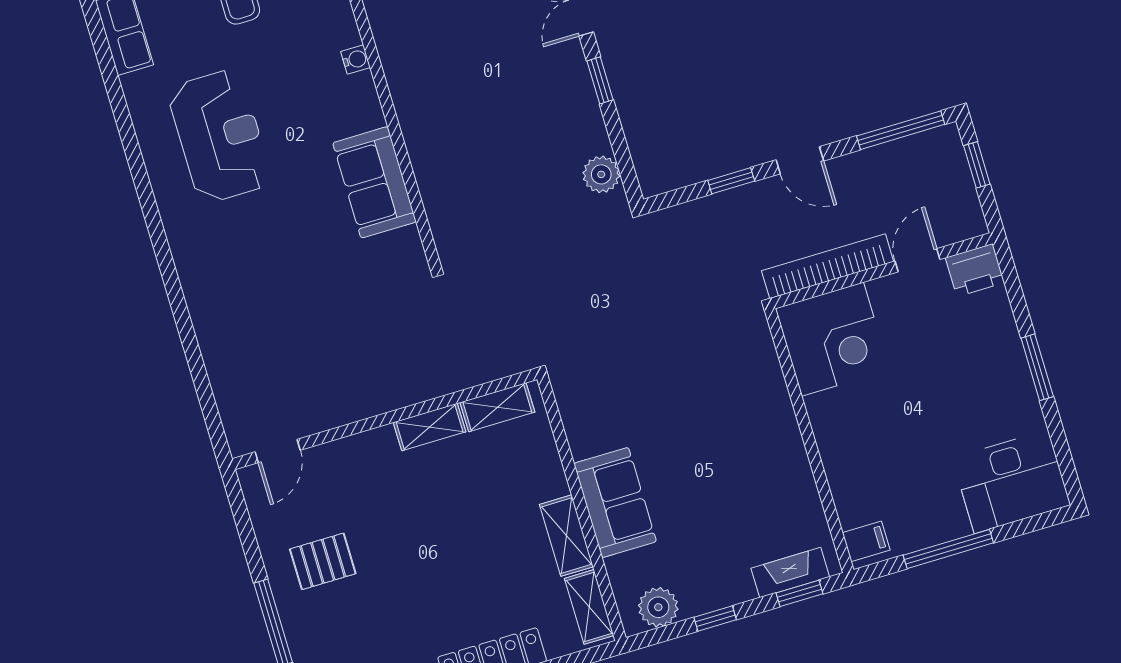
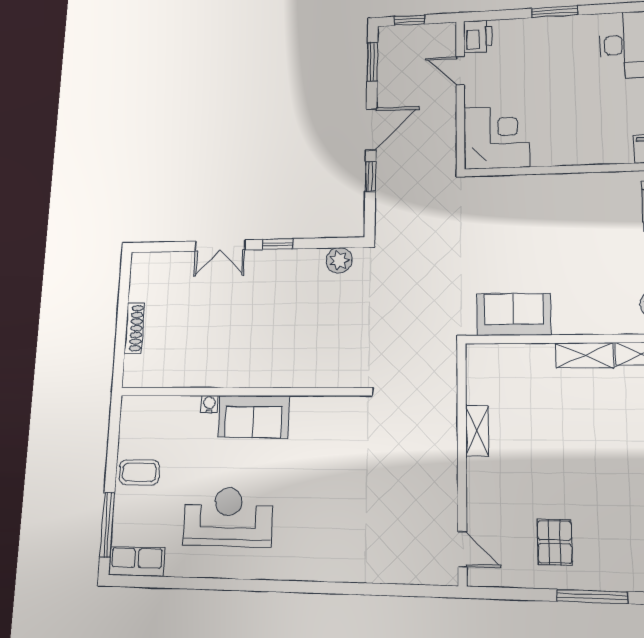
window: (901, 130) -> (372, 62), width x0.69
door: (800, 160) -> (371, 129), width x1.38
sofa: (374, 182) -> (254, 417), moved
bookcase: (828, 266) -> (446, 129), removed
shelving: (497, 407) -> (477, 378), removed
sofa: (615, 502) -> (514, 314), moved

